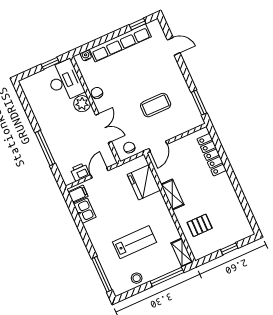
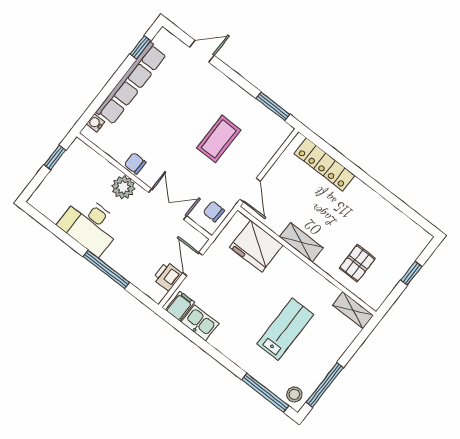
desk: (65, 81) -> (90, 225), moved, turned 180
window: (167, 277) -> (325, 385), moved
stool: (137, 278) -> (294, 394), moved

